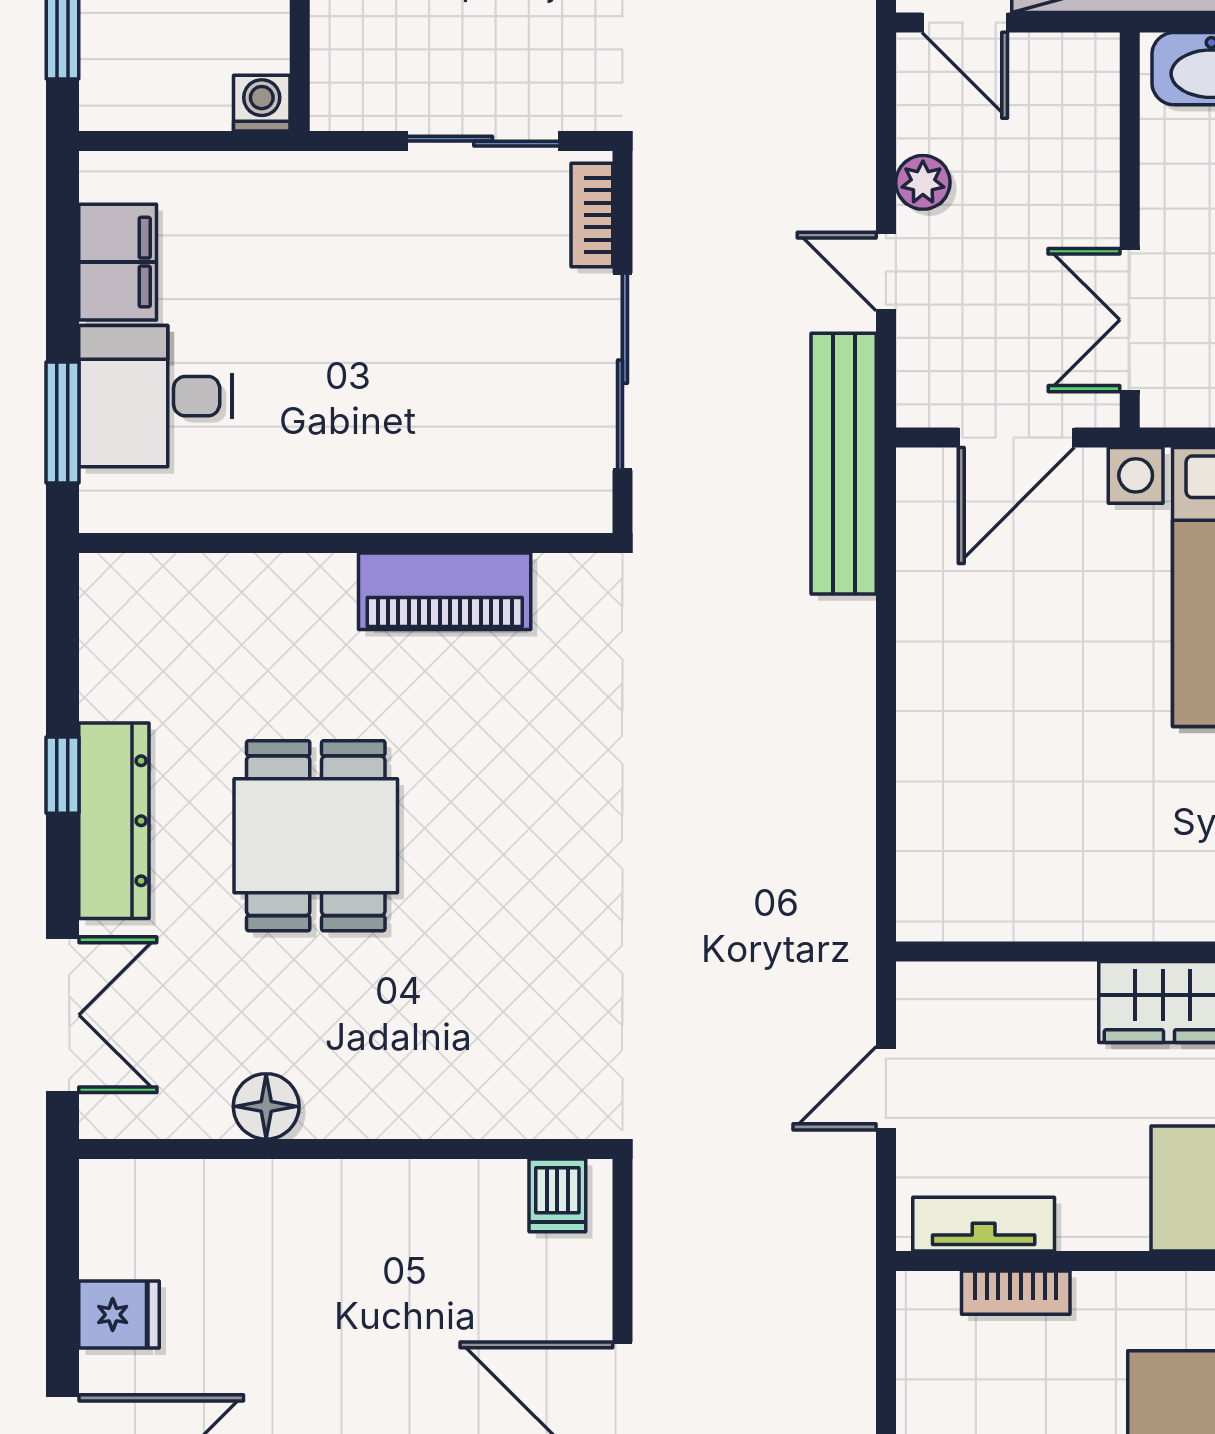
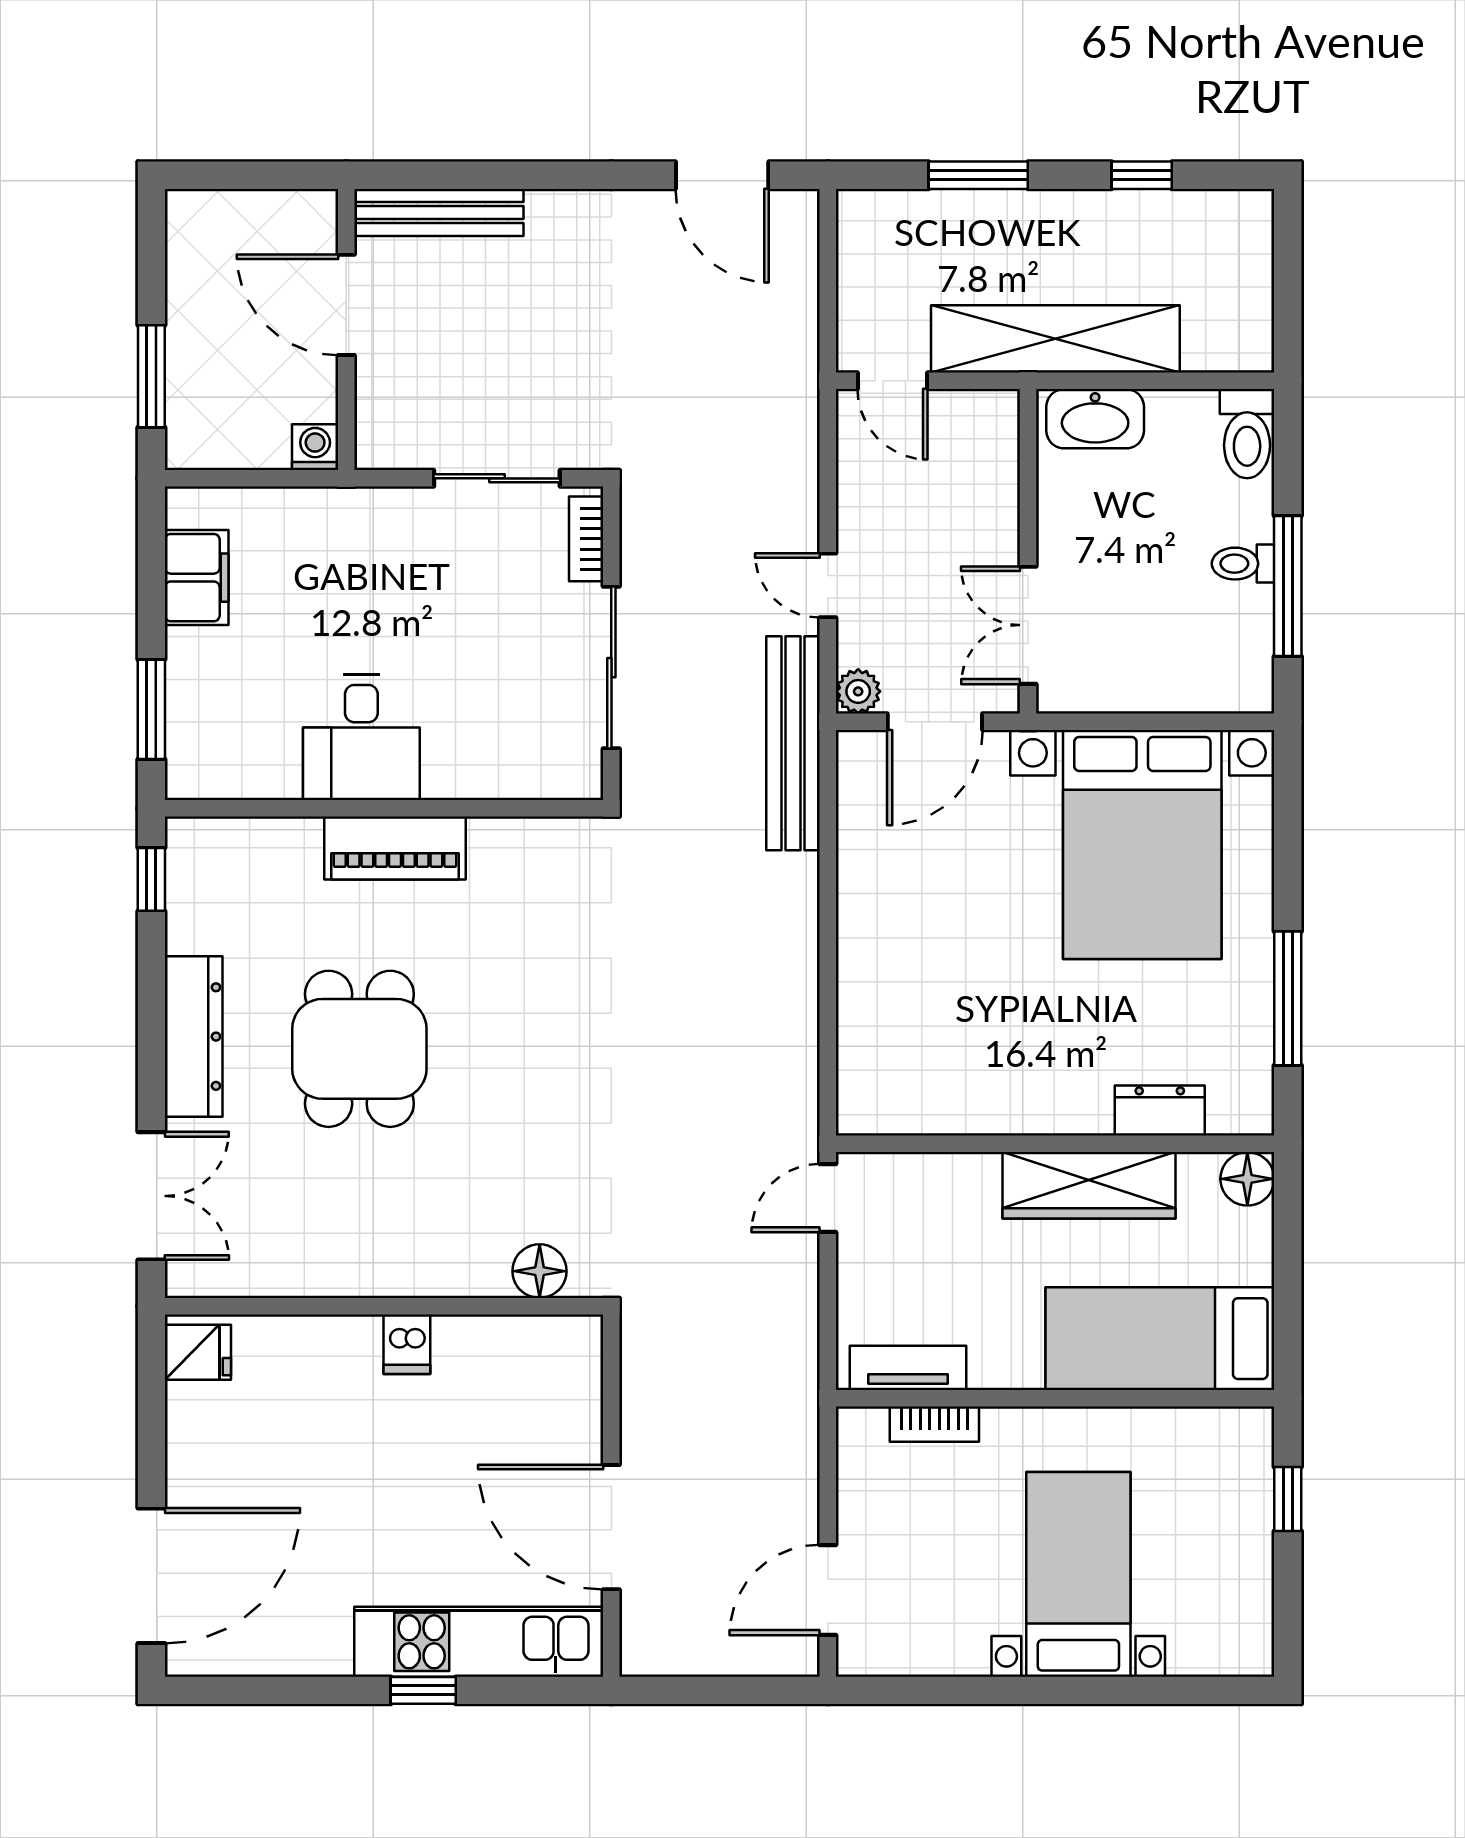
plant: (923, 182) -> (858, 691), moved
desk: (155, 396) -> (361, 737), moved, turned -90
piano: (445, 591) -> (395, 848), moved
window: (62, 775) -> (151, 879), moved
door: (886, 1088) -> (828, 1198), moved
floor lamp: (266, 1106) -> (540, 1271), moved
dishwasher: (557, 1195) -> (407, 1344), moved
fridge: (119, 1315) -> (198, 1352), moved

